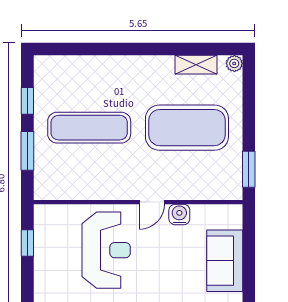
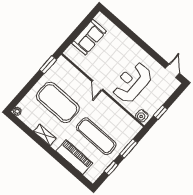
shelving: (196, 65) -> (45, 135), moved
piano: (94, 70) -> (74, 157), added
door: (152, 202) -> (97, 85), swing flipped
water cooler: (179, 215) -> (142, 116), moved

